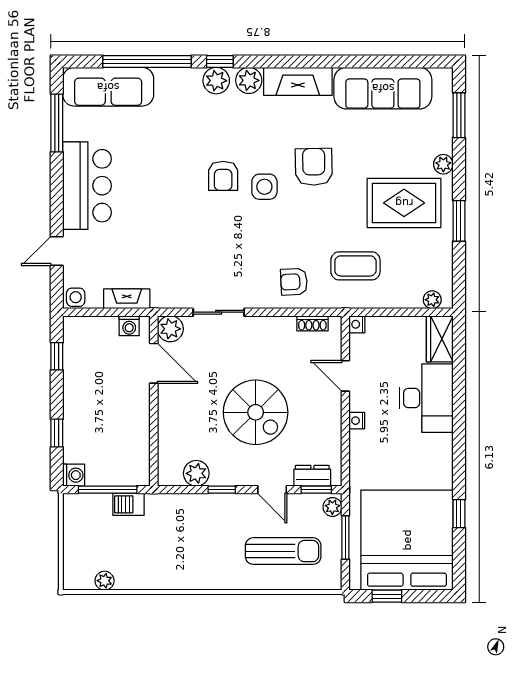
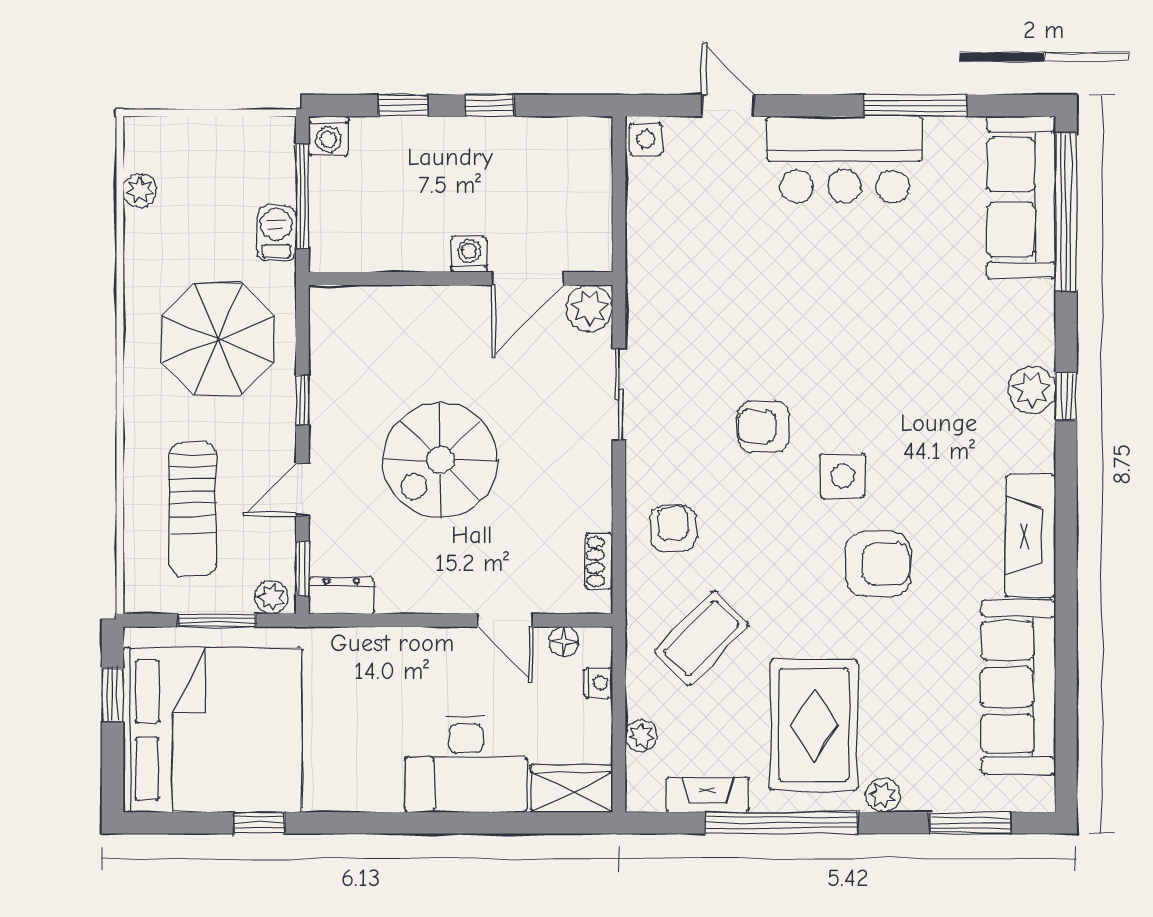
window: (147, 61) -> (1066, 212), moved
plant: (249, 80) -> (1032, 448), removed
window: (57, 123) -> (915, 105), moved
armchair: (223, 176) -> (763, 426), moved
window: (459, 221) -> (782, 823), width x2.11
coffee table: (355, 266) -> (701, 638), turned 44
fireplace: (127, 299) -> (707, 795), moved, turned -90
plant: (432, 300) -> (641, 736), moved
nightstand: (357, 324) -> (598, 683), moved, turned 90
washing machine: (129, 326) -> (469, 254), moved, turned 90
floor lamp: (357, 343) -> (564, 642), added
window: (57, 356) -> (490, 105), moved
door: (345, 376) -> (505, 620), swing flipped
nightstand: (357, 421) -> (426, 641), removed
plant: (196, 473) -> (332, 354), removed
dresser: (312, 476) -> (342, 595), moved, turned -90
parasol: (188, 537) -> (217, 339), added

